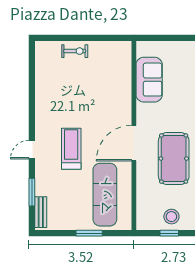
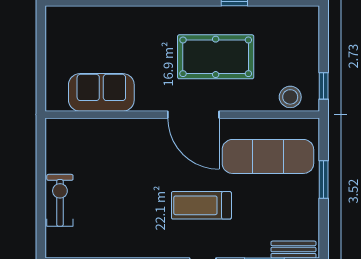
exercise bike: (75, 51) -> (60, 200), width x1.38, depth x1.39
stool: (171, 217) -> (290, 97), moved
window: (169, 233) -> (324, 86), moved

